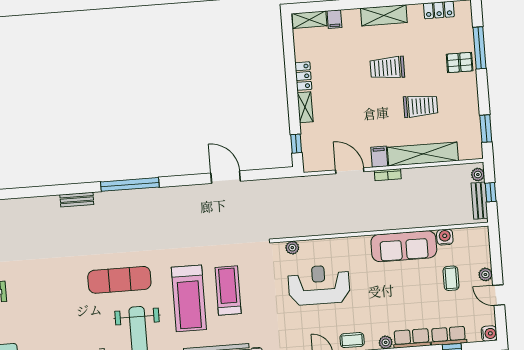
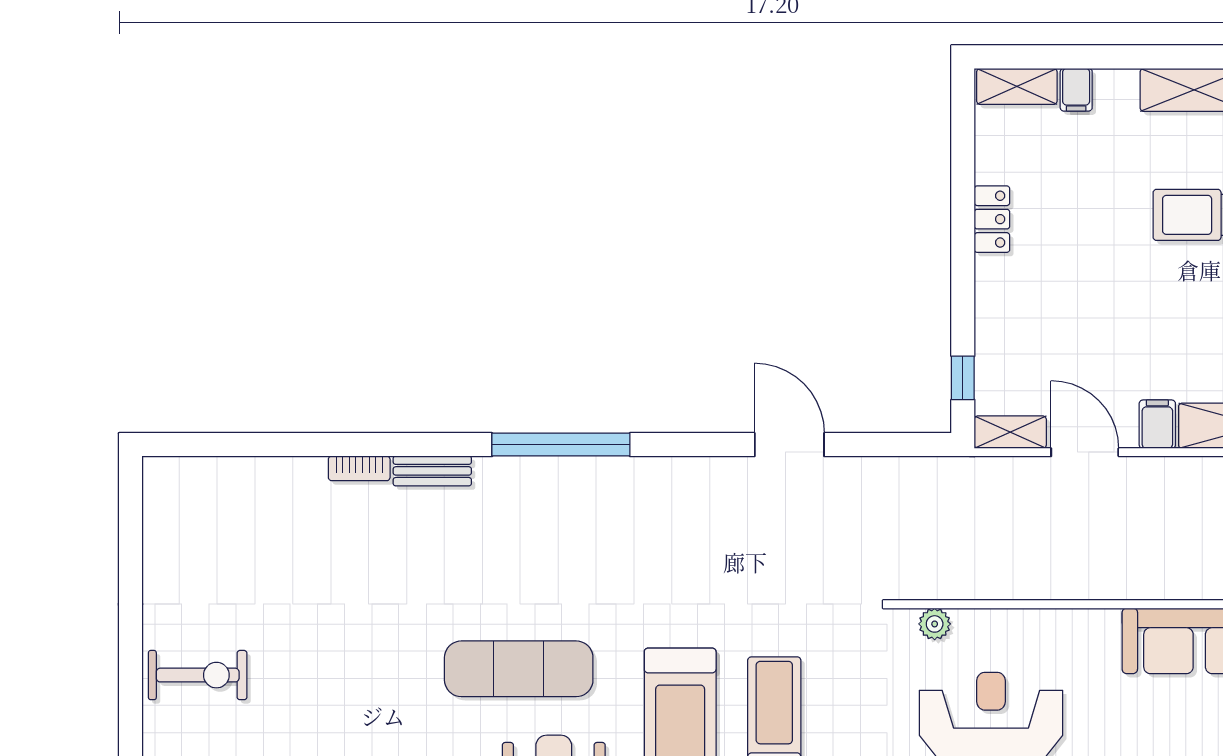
shelving: (305, 107) -> (1010, 432), moved, turned 90
bookcase: (388, 175) -> (359, 468), moved

